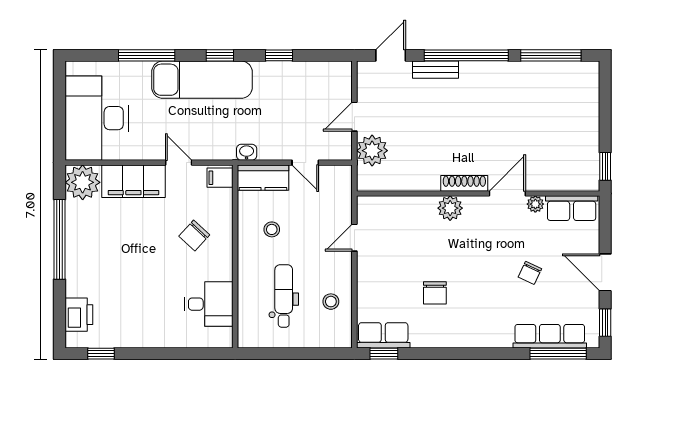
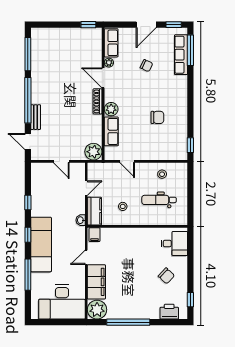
plant: (372, 151) -> (93, 152), moved
chair: (194, 235) -> (166, 276), moved
desk: (209, 304) -> (174, 243), moved, turned 90
row of seats: (383, 335) -> (111, 131), moved, turned 180

